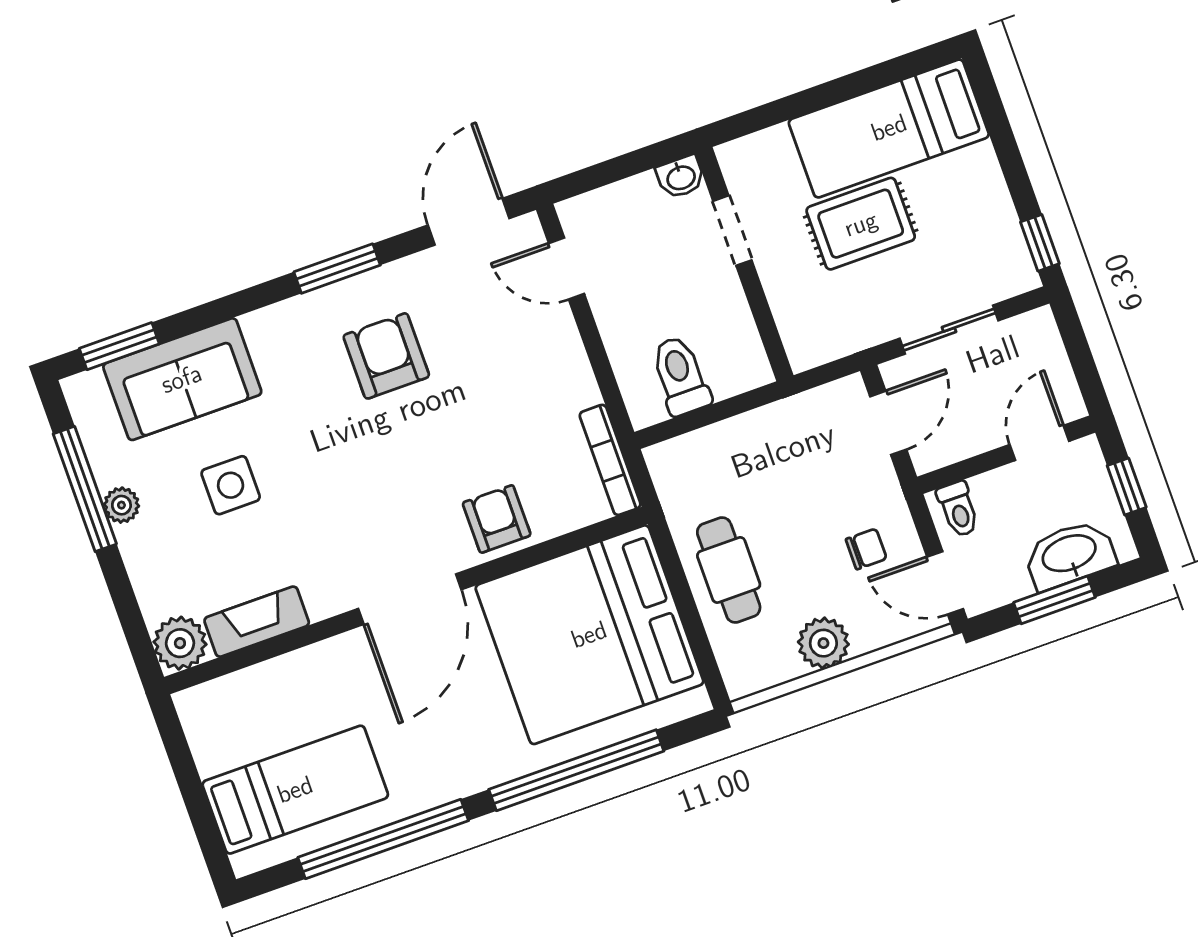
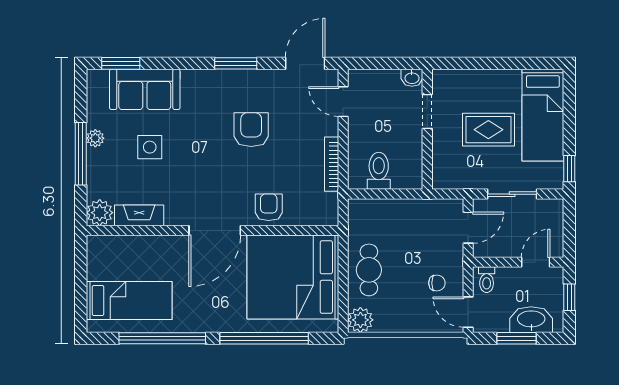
bed: (889, 128) -> (543, 115), moved, turned -90
armchair: (386, 356) -> (251, 130), moved
bookcase: (610, 460) -> (332, 164), moved
window: (85, 489) -> (81, 154), moved
plant: (823, 643) -> (360, 320), moved

